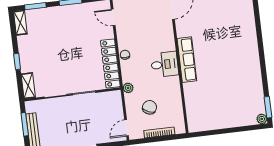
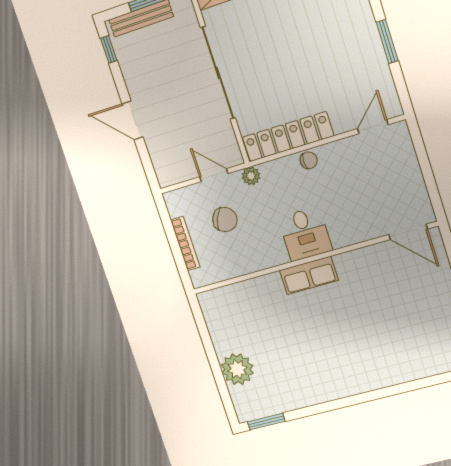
row of seats: (187, 60) -> (309, 275), width x0.68
plant: (262, 119) -> (237, 369), moved, width x1.87, depth x1.87
door: (127, 128) -> (214, 175), moved

